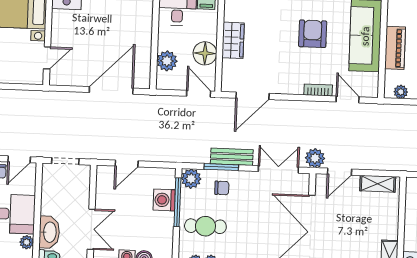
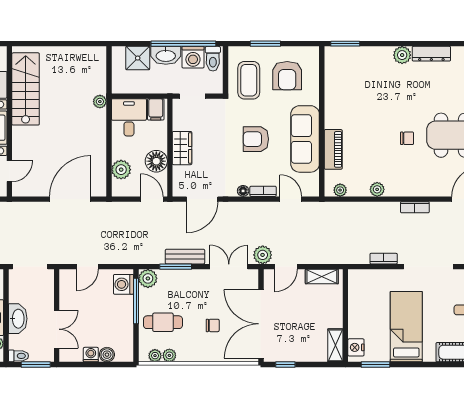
armchair: (313, 34) -> (256, 139), turned -90
floor lamp: (297, 89) -> (243, 191), added
doorway: (65, 161) -> (30, 267), width x1.38
chair: (222, 188) -> (213, 325), moved
washing machine: (164, 200) -> (124, 284), moved
washbasin: (49, 232) -> (18, 319), moved

